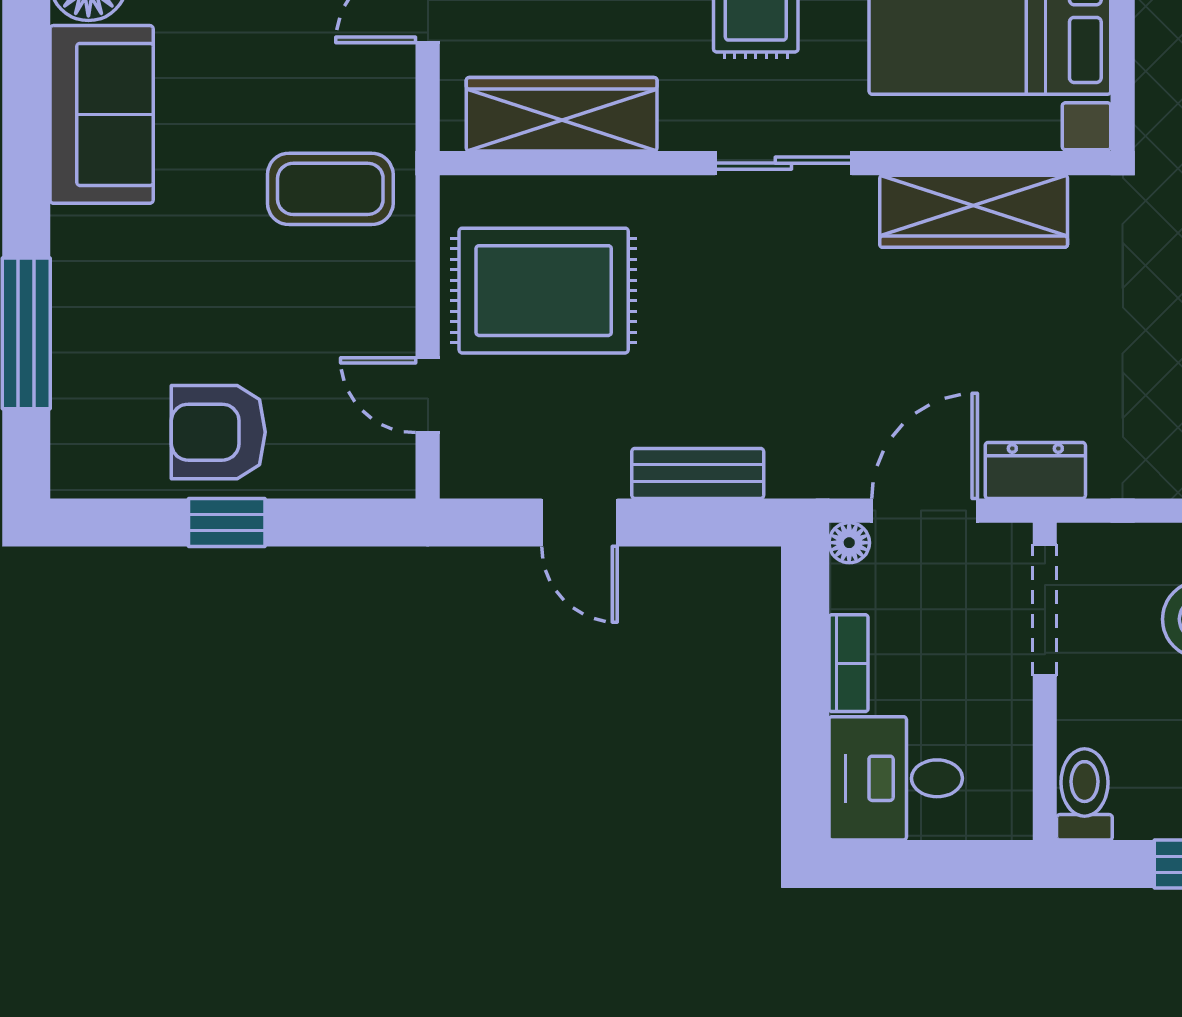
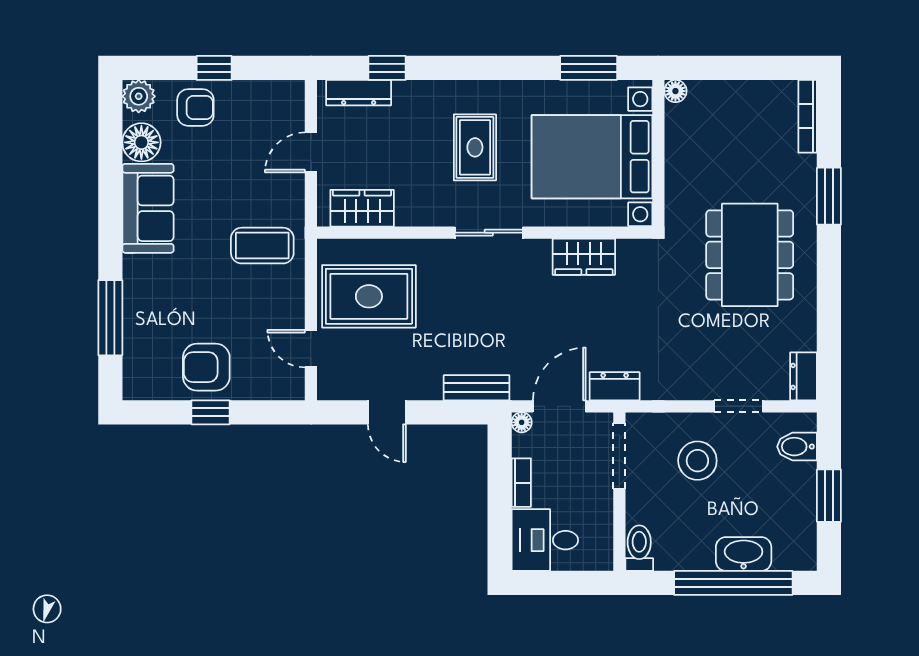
wardrobe: (562, 114) -> (362, 208), width x0.67
wardrobe: (974, 211) -> (584, 257), width x0.67
bench: (698, 473) -> (477, 388), moved

